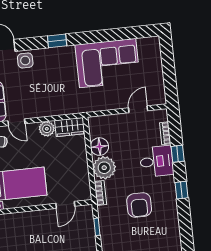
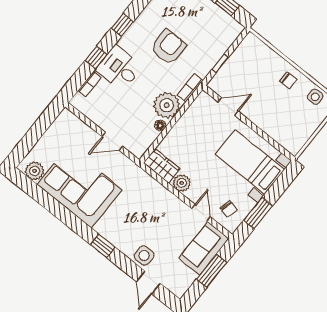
plant: (146, 45) -> (35, 171), added
door: (138, 109) -> (112, 141), moved
floor lamp: (99, 147) -> (160, 125), width x0.53, depth x0.53

